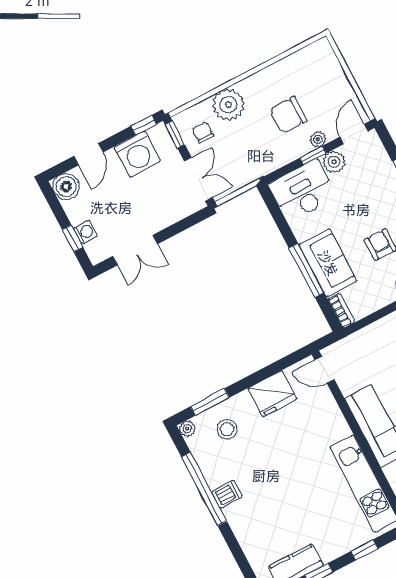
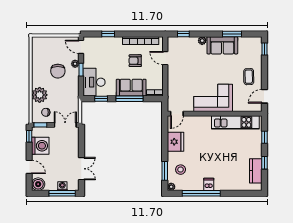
plant: (334, 162) -> (89, 62), removed
window: (280, 219) -> (101, 99), added
window: (72, 238) -> (62, 193), width x2.17

